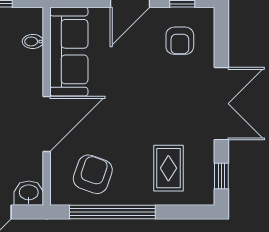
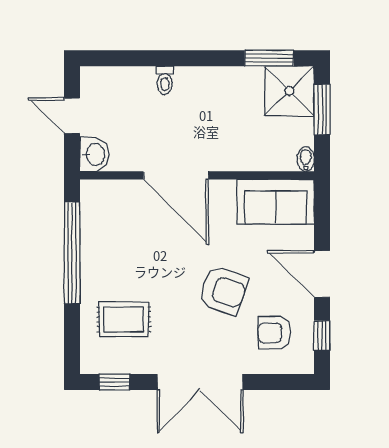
bidet: (33, 41) -> (306, 159), moved
sofa: (69, 52) -> (276, 202), width x0.73
armchair: (93, 174) -> (223, 290), moved

